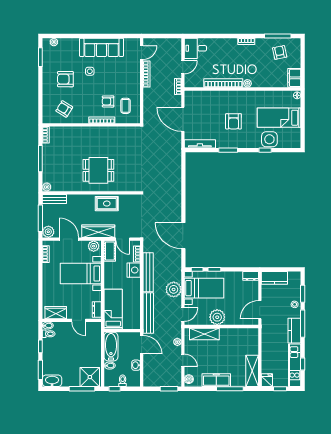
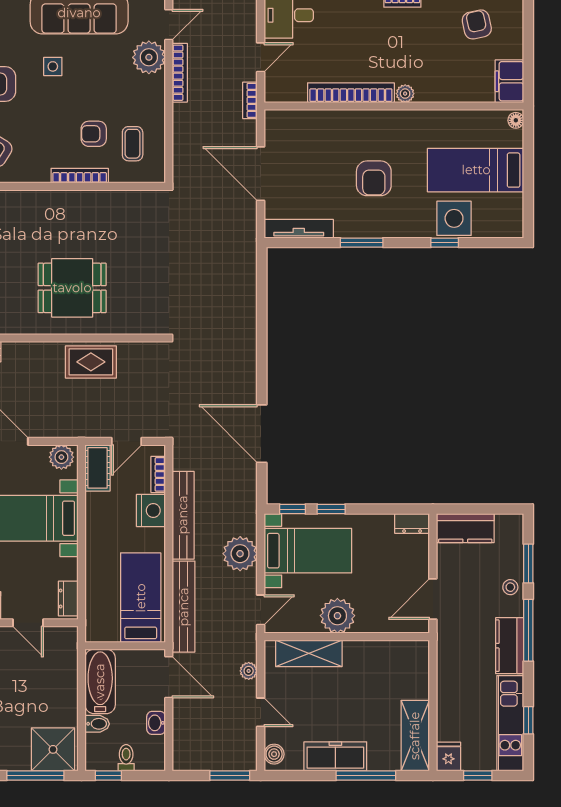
plant: (133, 67) -> (149, 57), added
wardrobe: (98, 231) -> (72, 424), removed
door: (123, 239) -> (127, 441), hinge flipped
bed: (113, 309) -> (141, 598), moved

